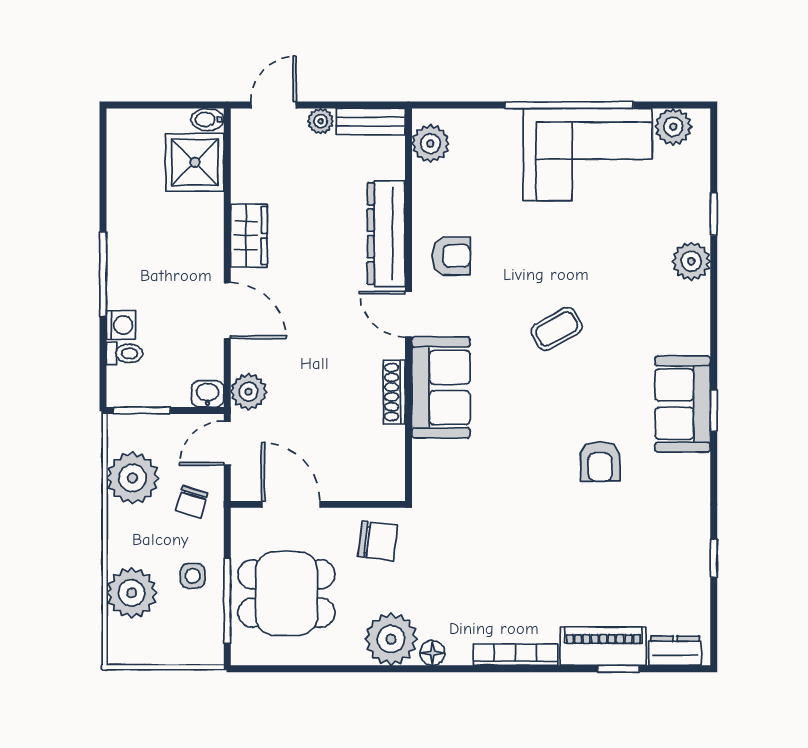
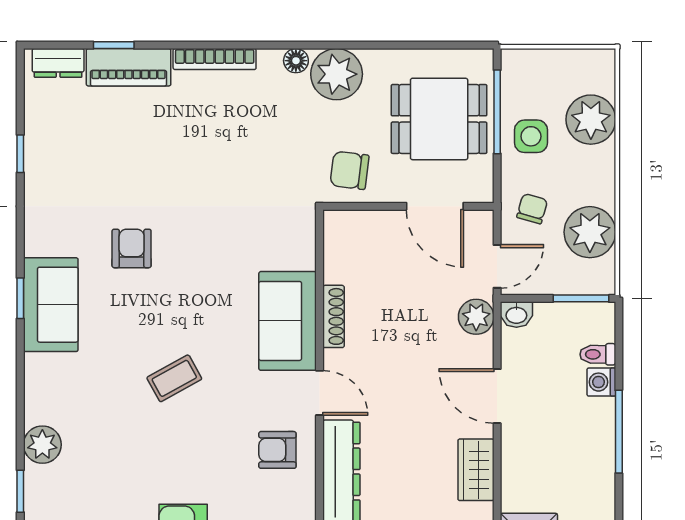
side table: (193, 576) -> (531, 136), width x1.37, depth x1.37

